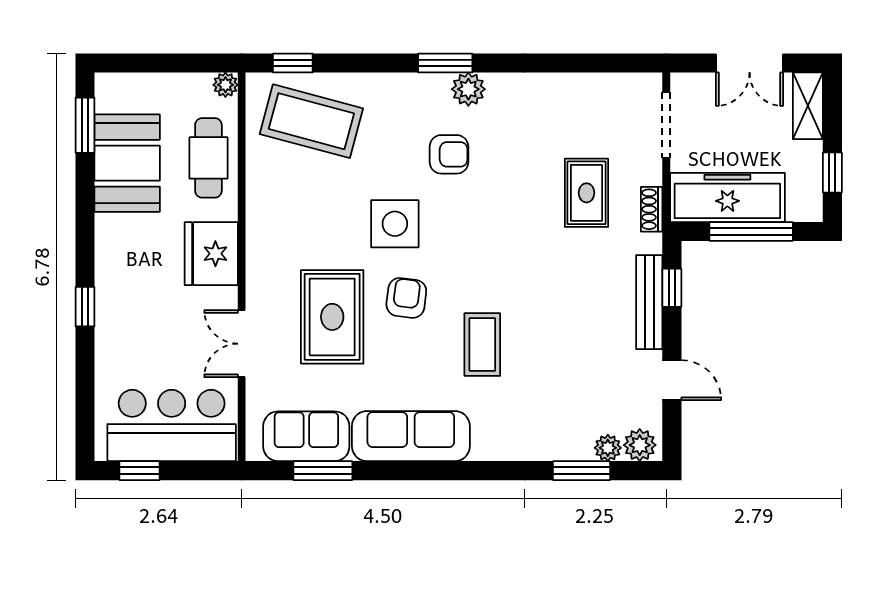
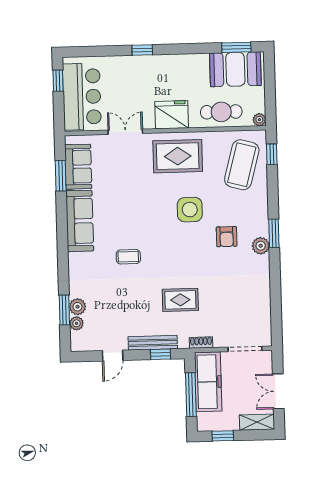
booth: (127, 163) -> (235, 69), moved
rug: (586, 193) -> (180, 300), moved
armchair: (406, 298) -> (151, 217), removed
rug: (332, 317) -> (178, 156), moved
coffee table: (482, 345) -> (128, 257), width x0.73, depth x0.77
plant: (640, 445) -> (78, 307), moved

